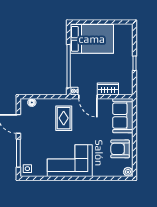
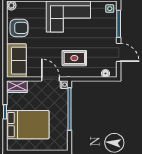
bed: (92, 39) -> (28, 125), moved, turned 180
wardrobe: (108, 89) -> (17, 87), moved
rug: (64, 118) -> (74, 58), turned 90

